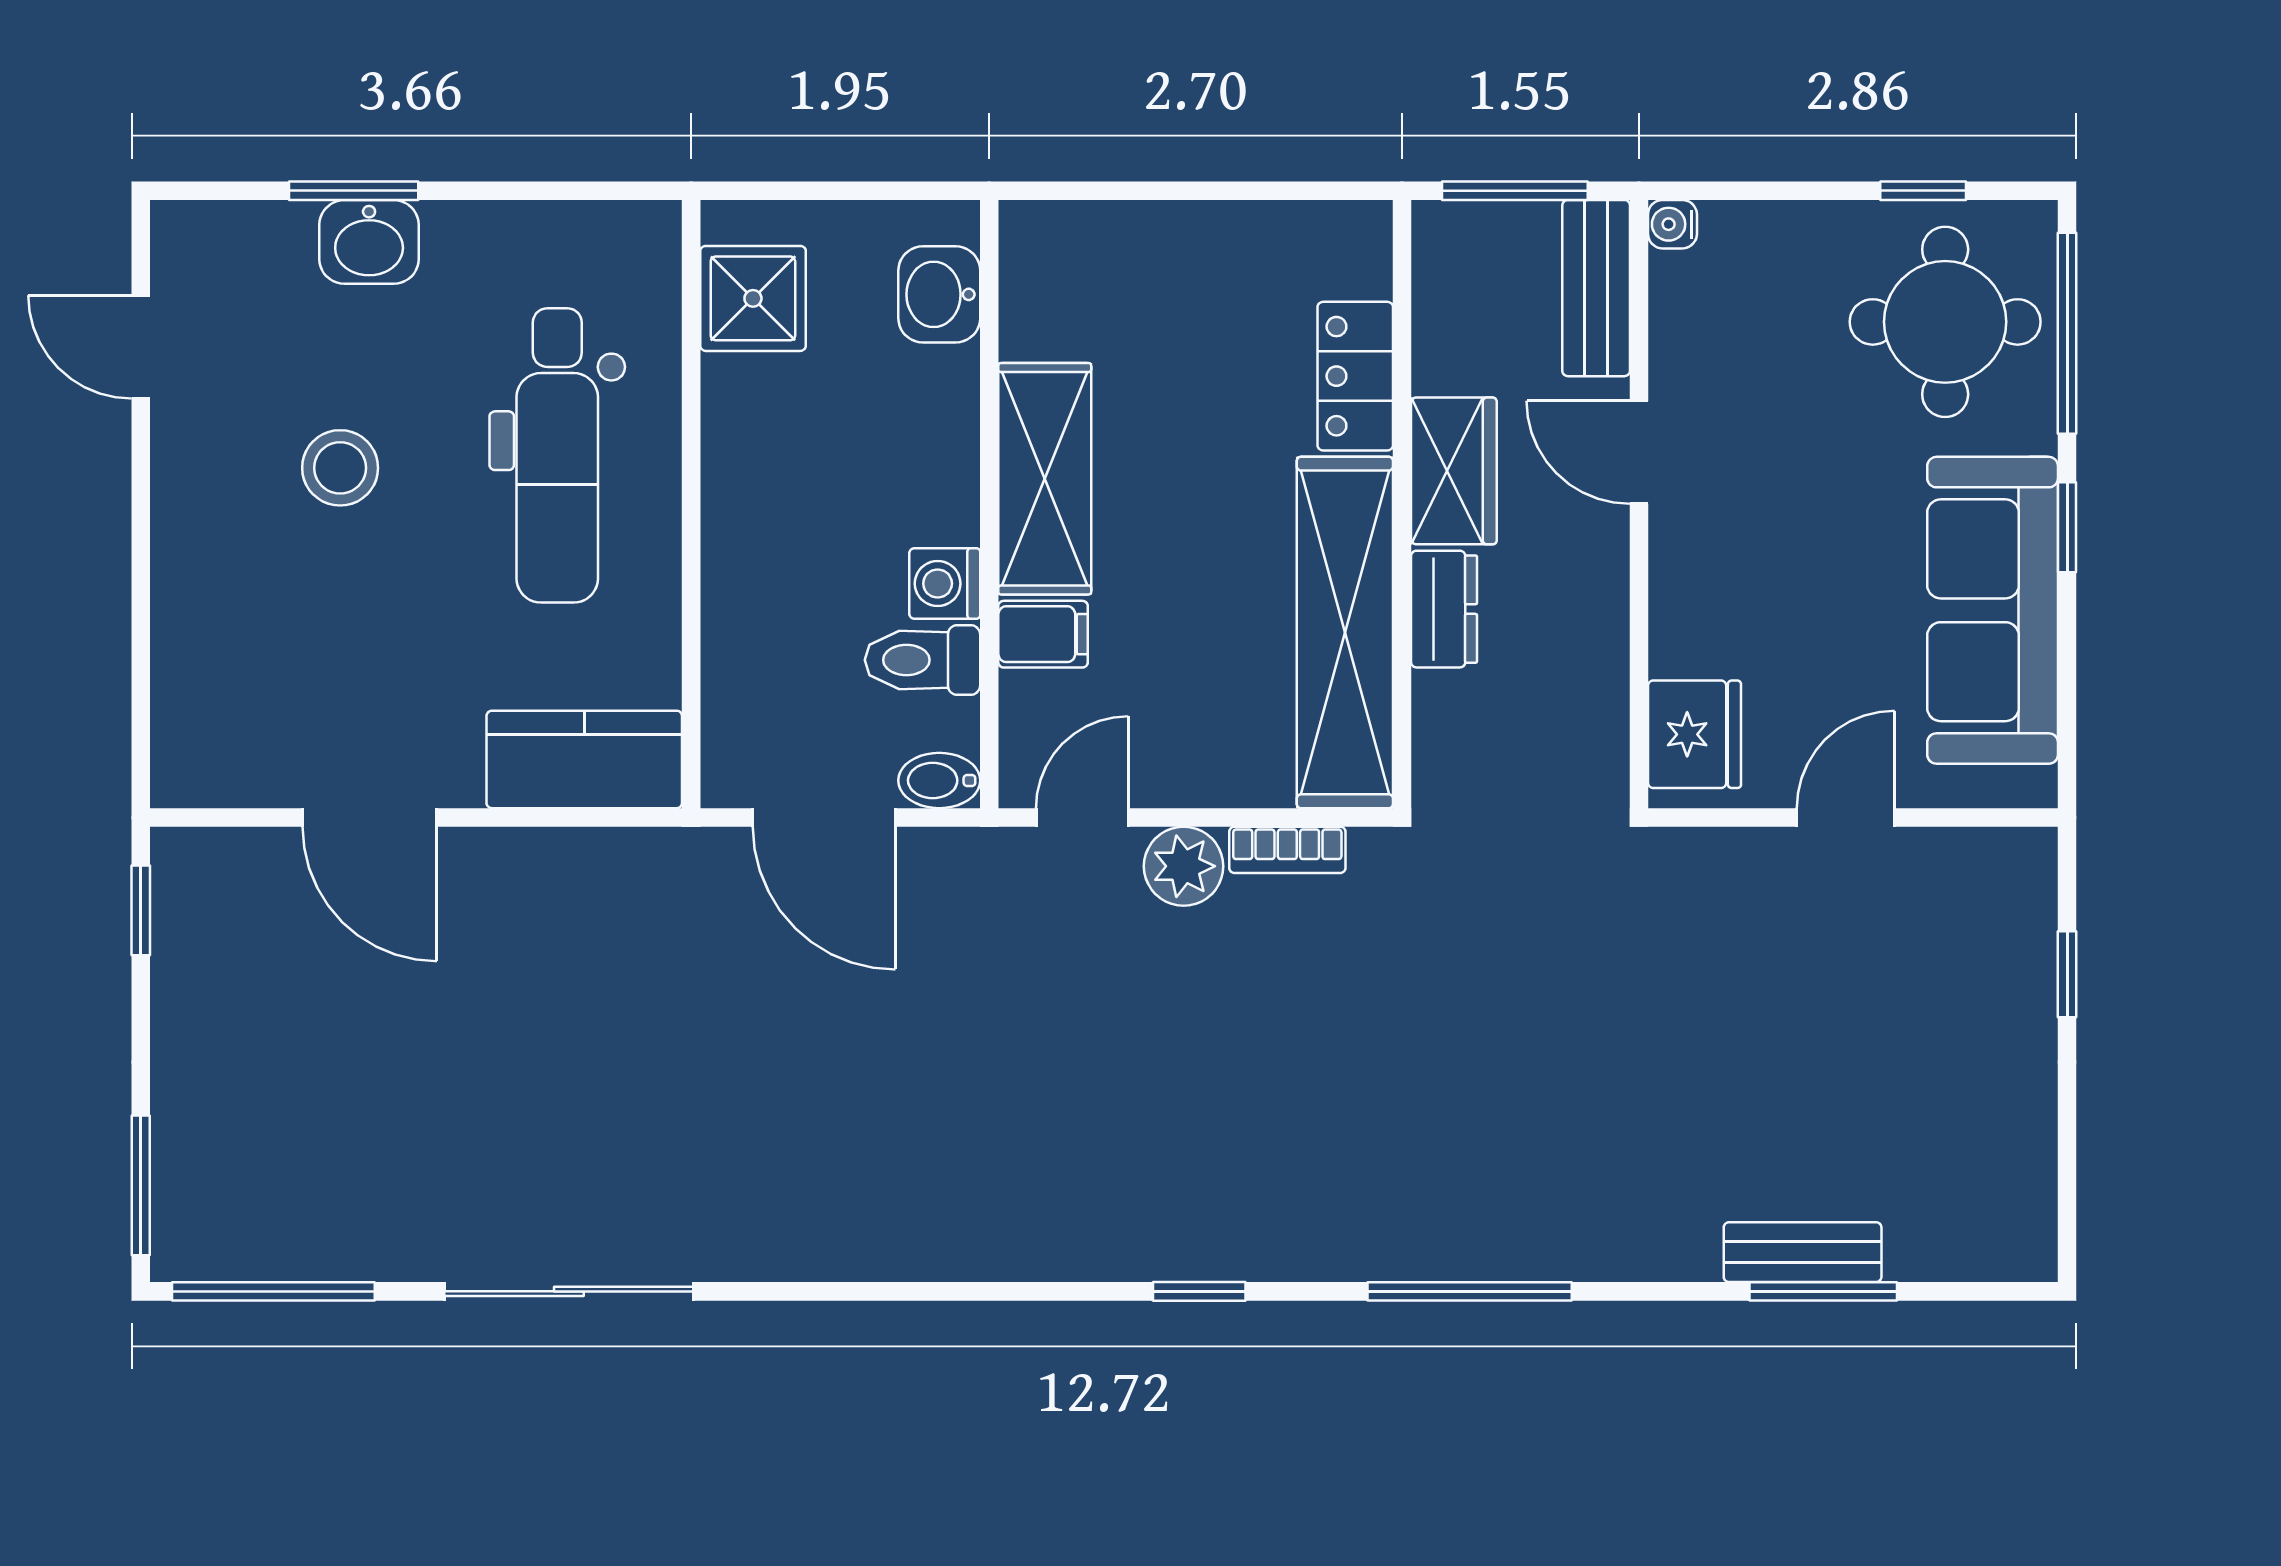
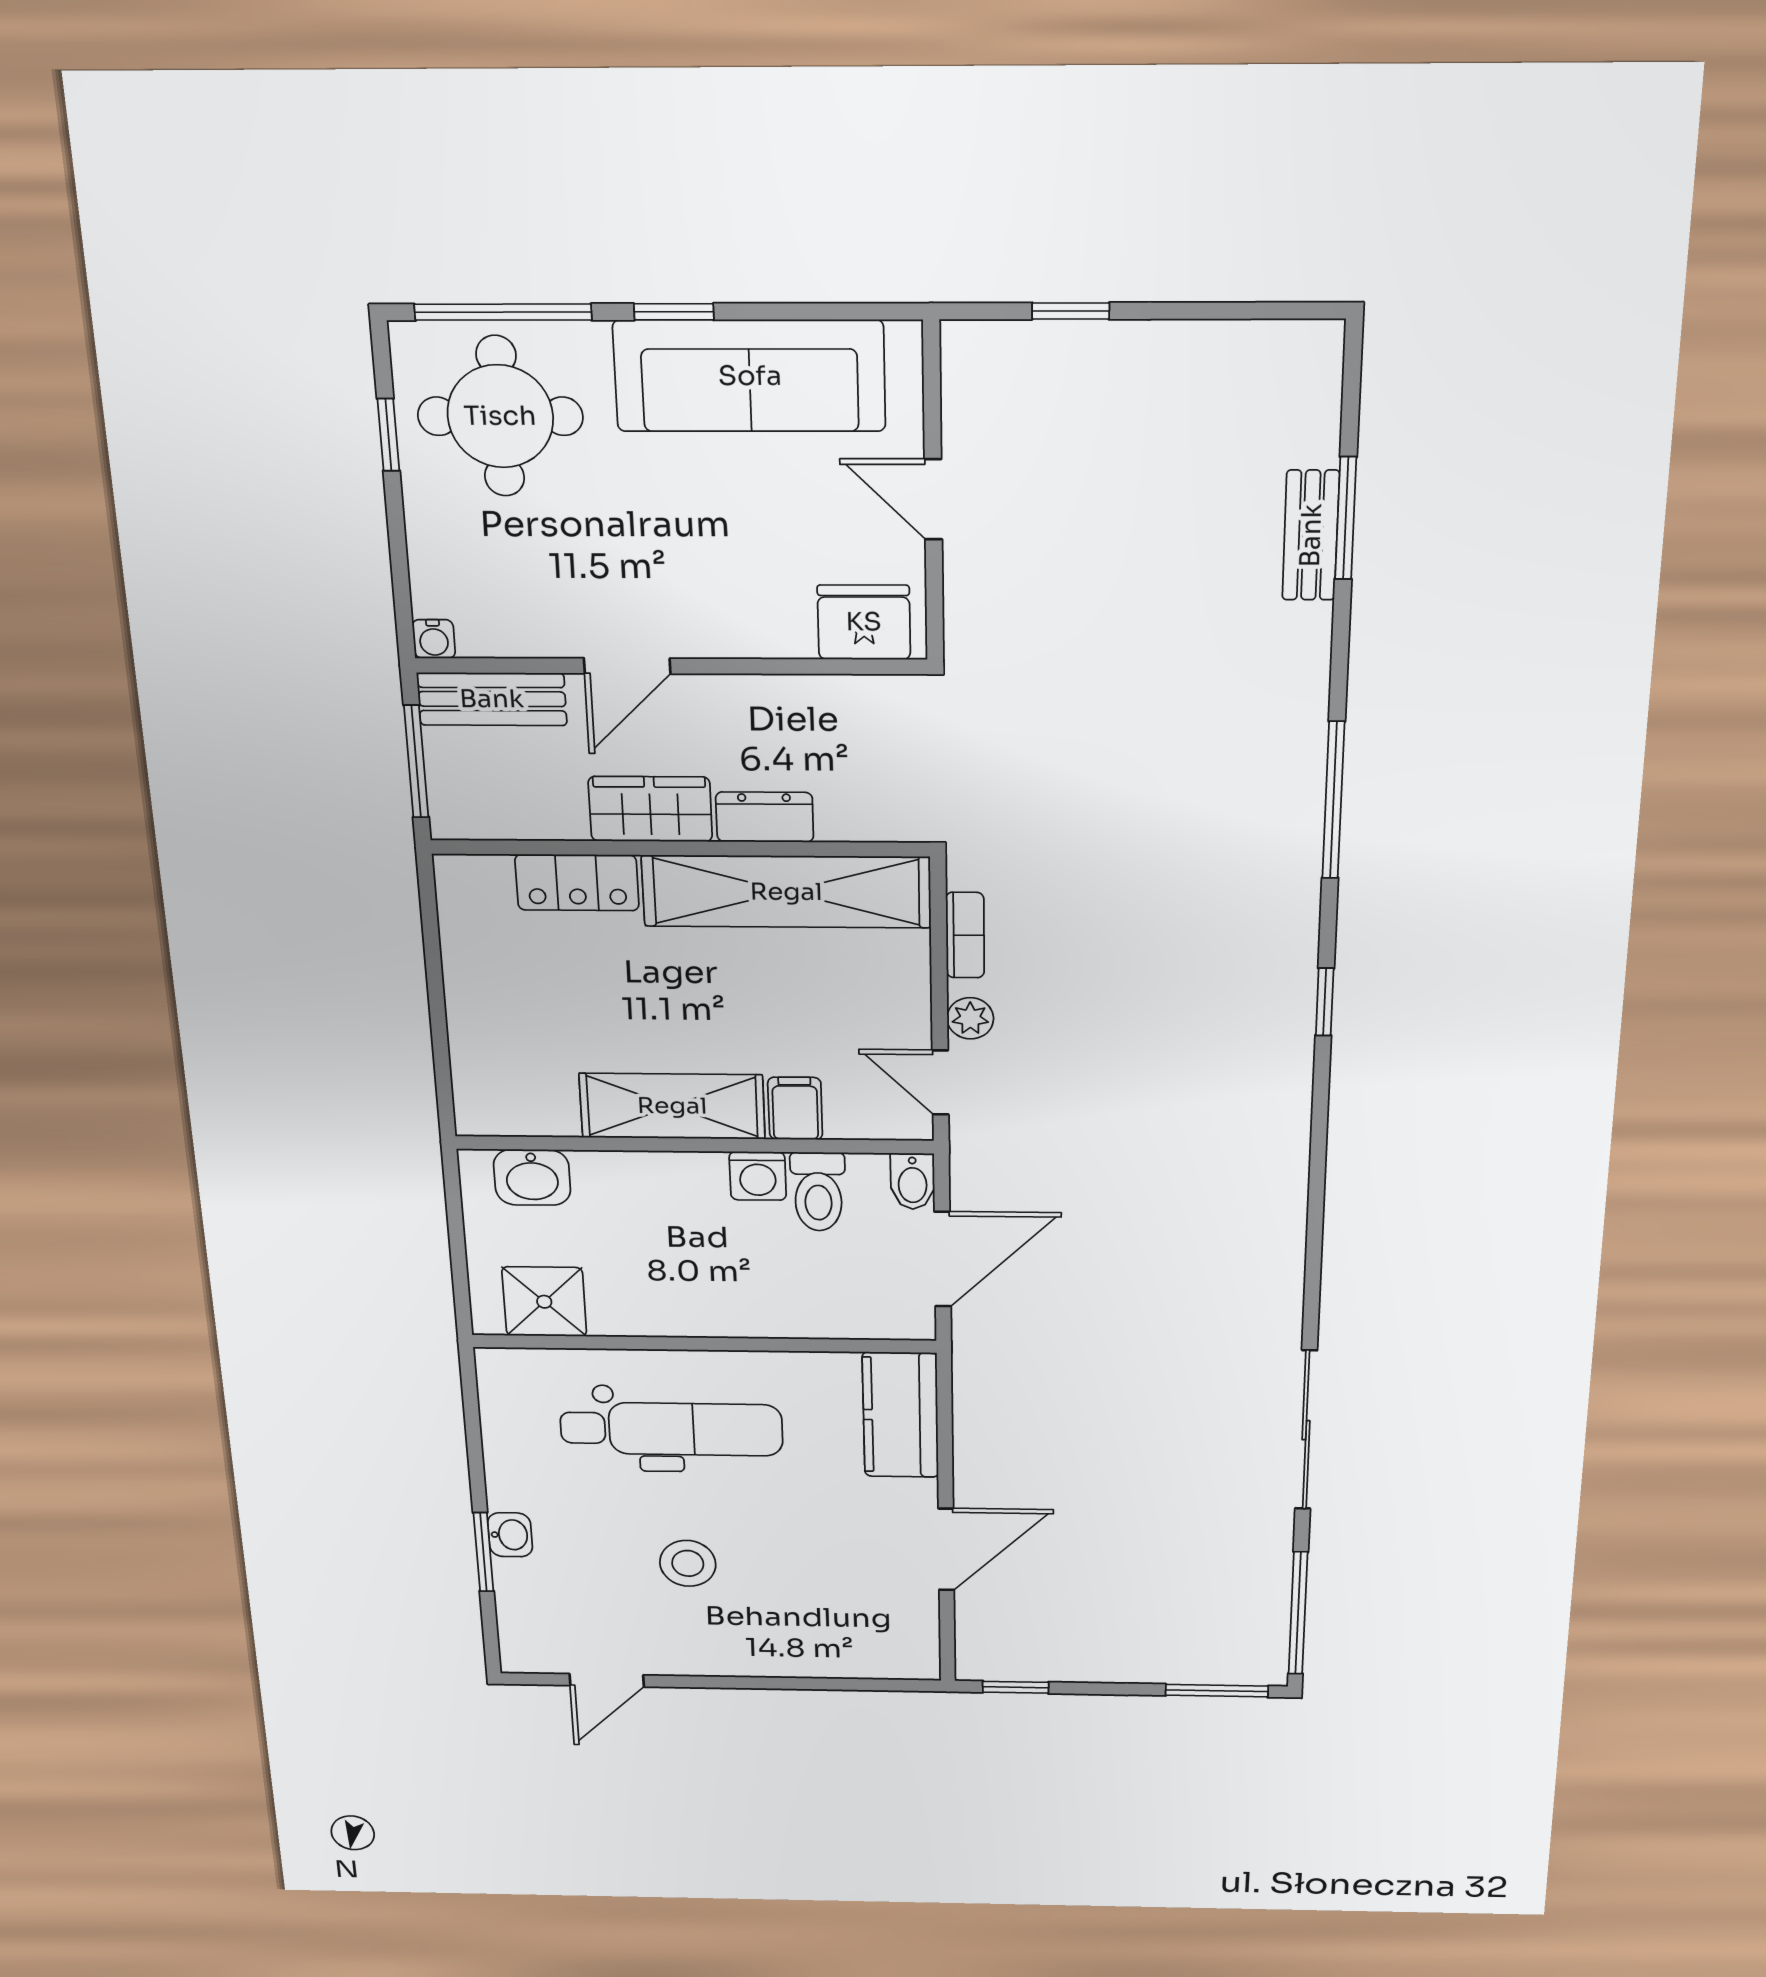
washbasin: (369, 242) -> (510, 1535), width x0.72, depth x0.69
plant: (1184, 866) -> (970, 1018), width x0.73, depth x0.73

